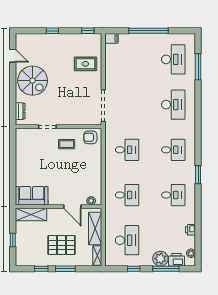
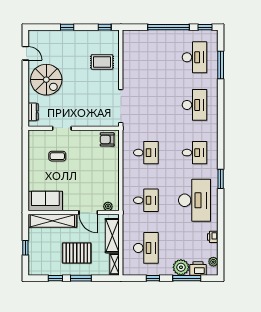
window: (183, 31) -> (205, 27), added
filing cabinet: (111, 38) -> (129, 35), removed
coffee table: (67, 144) -> (57, 156), moved
desk: (173, 195) -> (195, 200), width x1.87, depth x1.30
shelving: (31, 215) -> (52, 221), width x1.47

